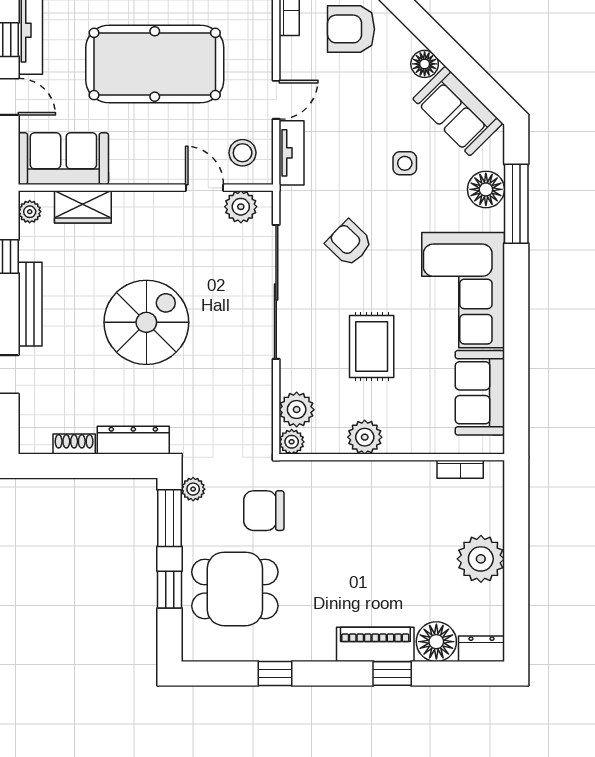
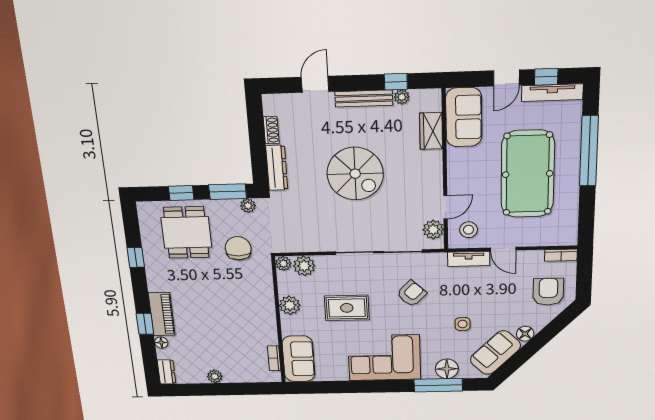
plant: (30, 212) -> (402, 97), moved
sofa: (480, 393) -> (298, 359), moved, turned 90
plant: (481, 559) -> (215, 376), width x0.53, depth x0.53
floor lamp: (436, 642) -> (161, 343), width x0.53, depth x0.53

